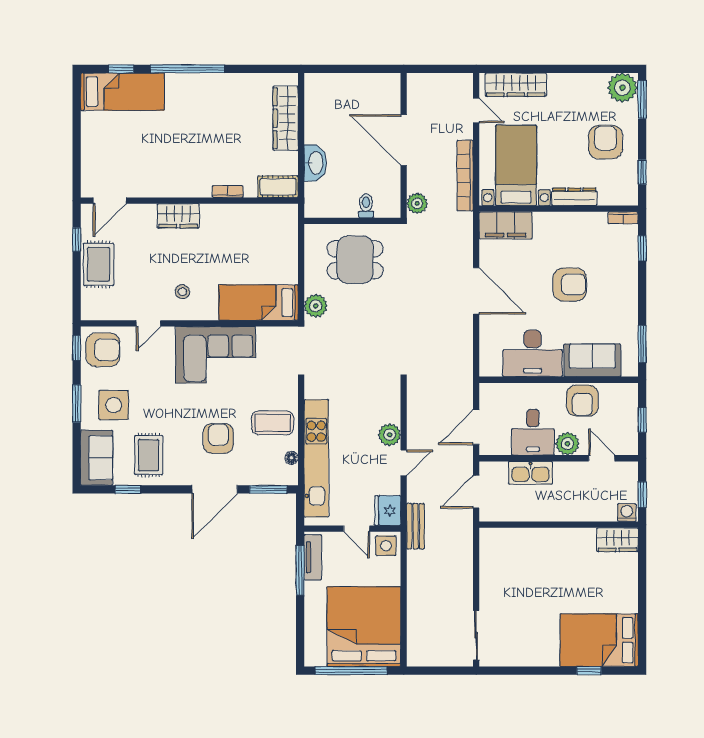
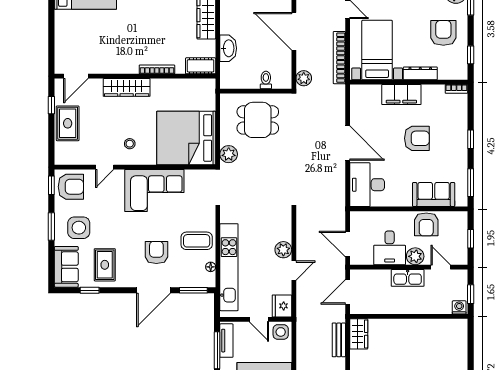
bookcase: (228, 192) -> (157, 69), width x1.56
wardrobe: (178, 216) -> (127, 87), width x1.50
filing cabinet: (506, 225) -> (401, 95), moved
window: (642, 248) -> (471, 139), moved
bed: (259, 303) -> (186, 138), width x2.04
desk: (533, 353) -> (367, 185), moved, turned 90
door: (476, 427) -> (348, 244), hinge flipped
kitchen sink: (530, 473) -> (408, 278), moved
bench: (415, 526) -> (339, 340), moved
wardrobe: (617, 540) -> (359, 334), moved, turned -90

